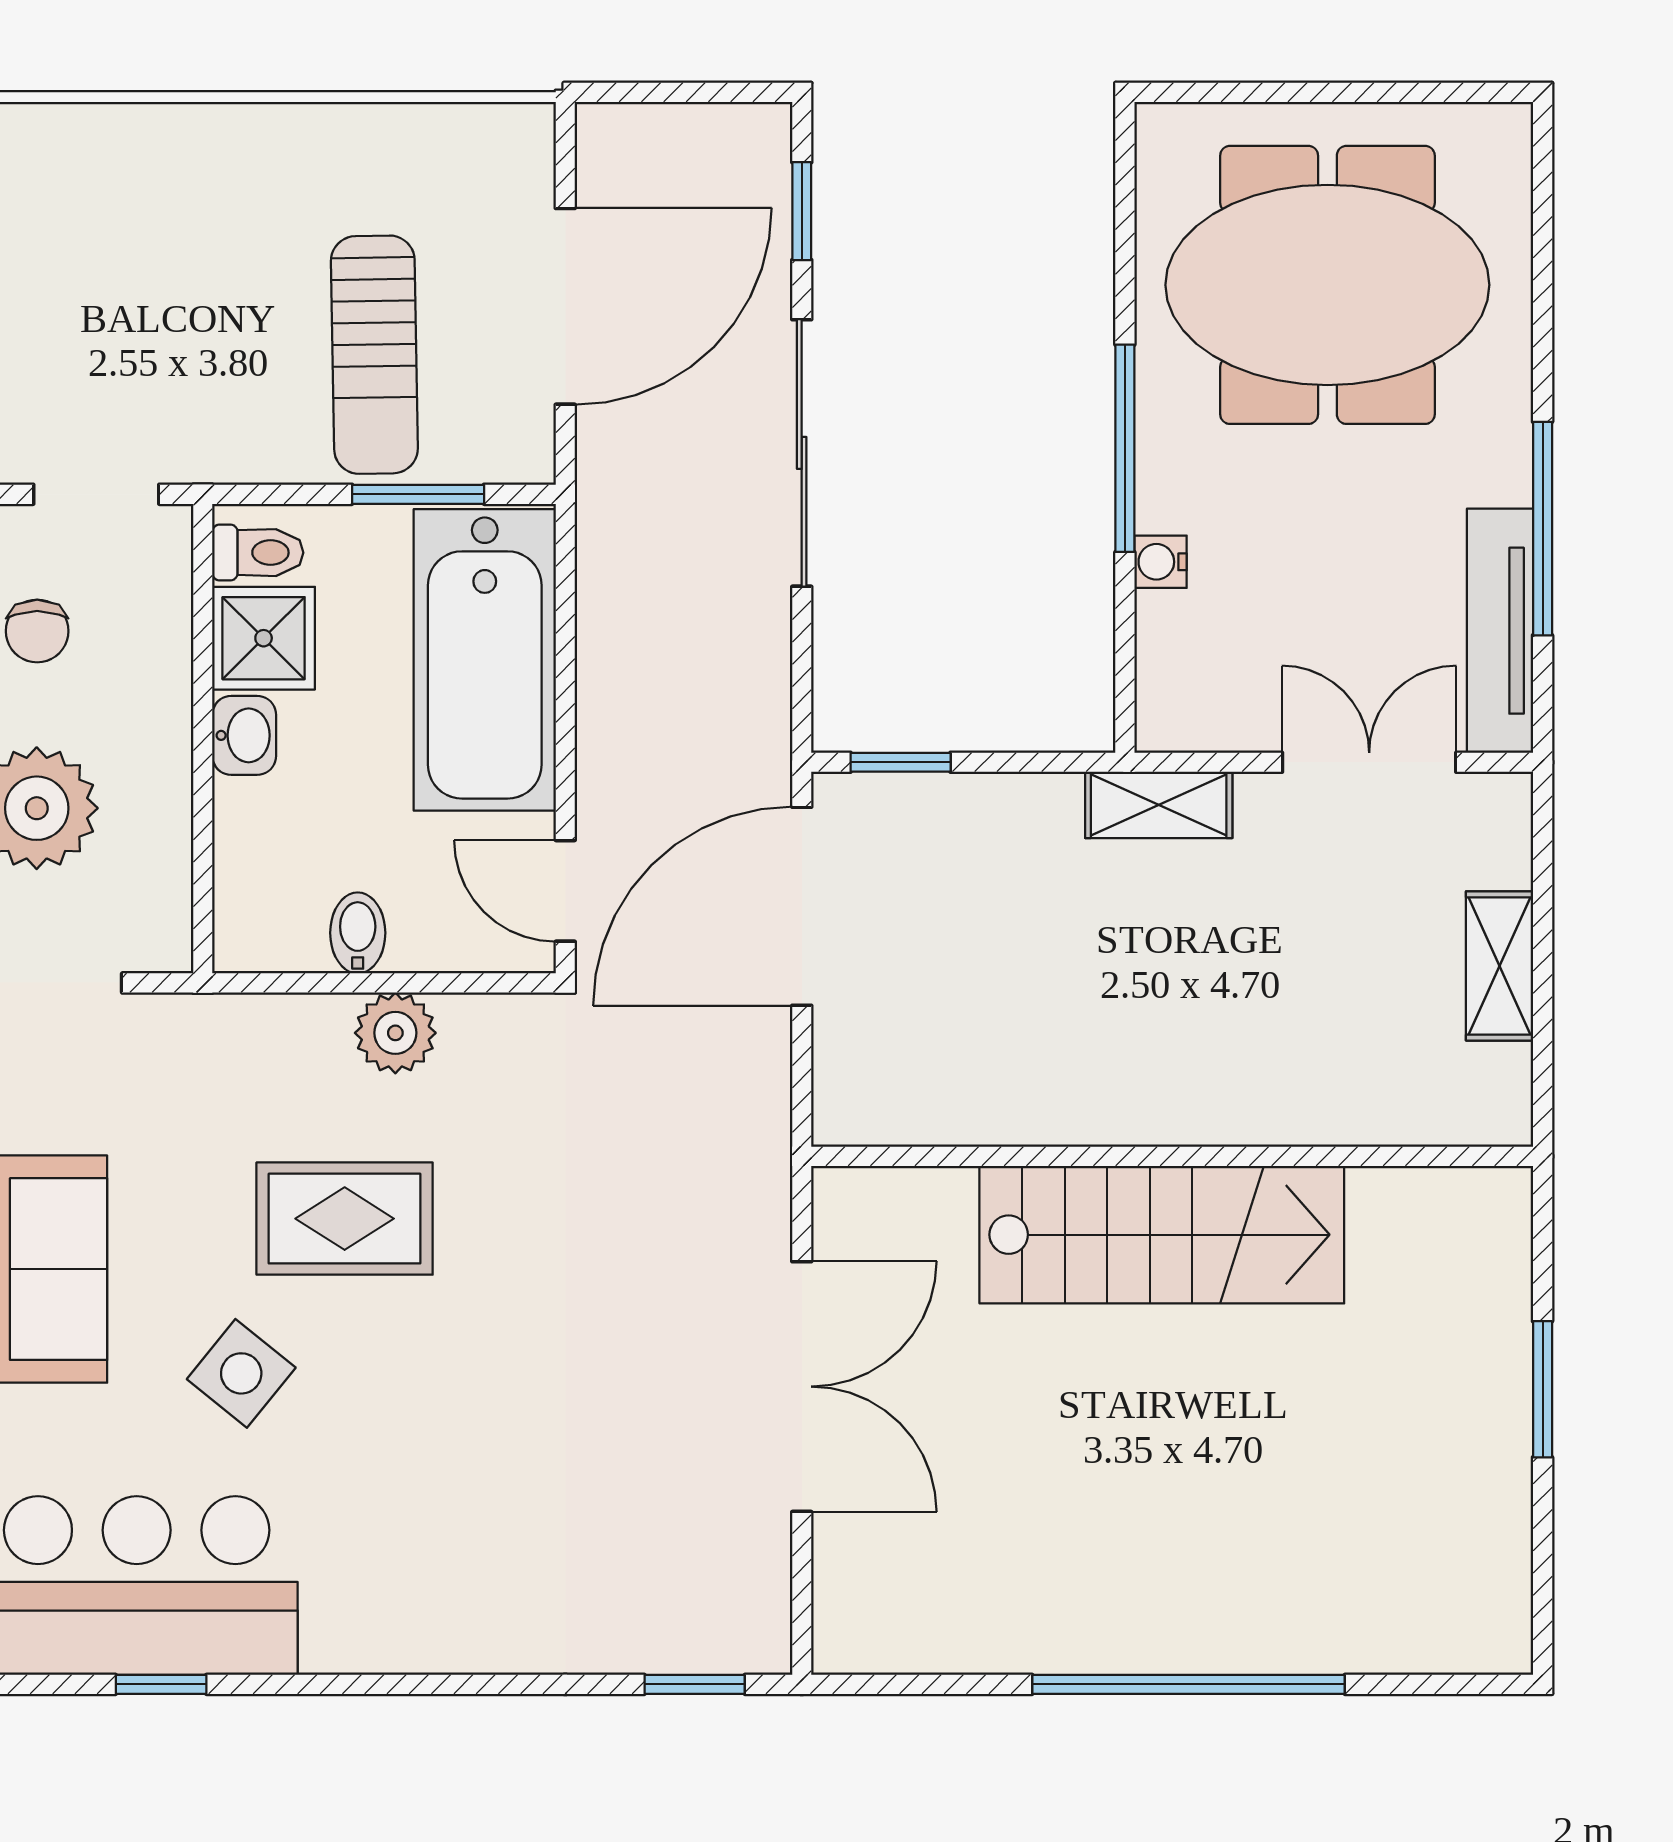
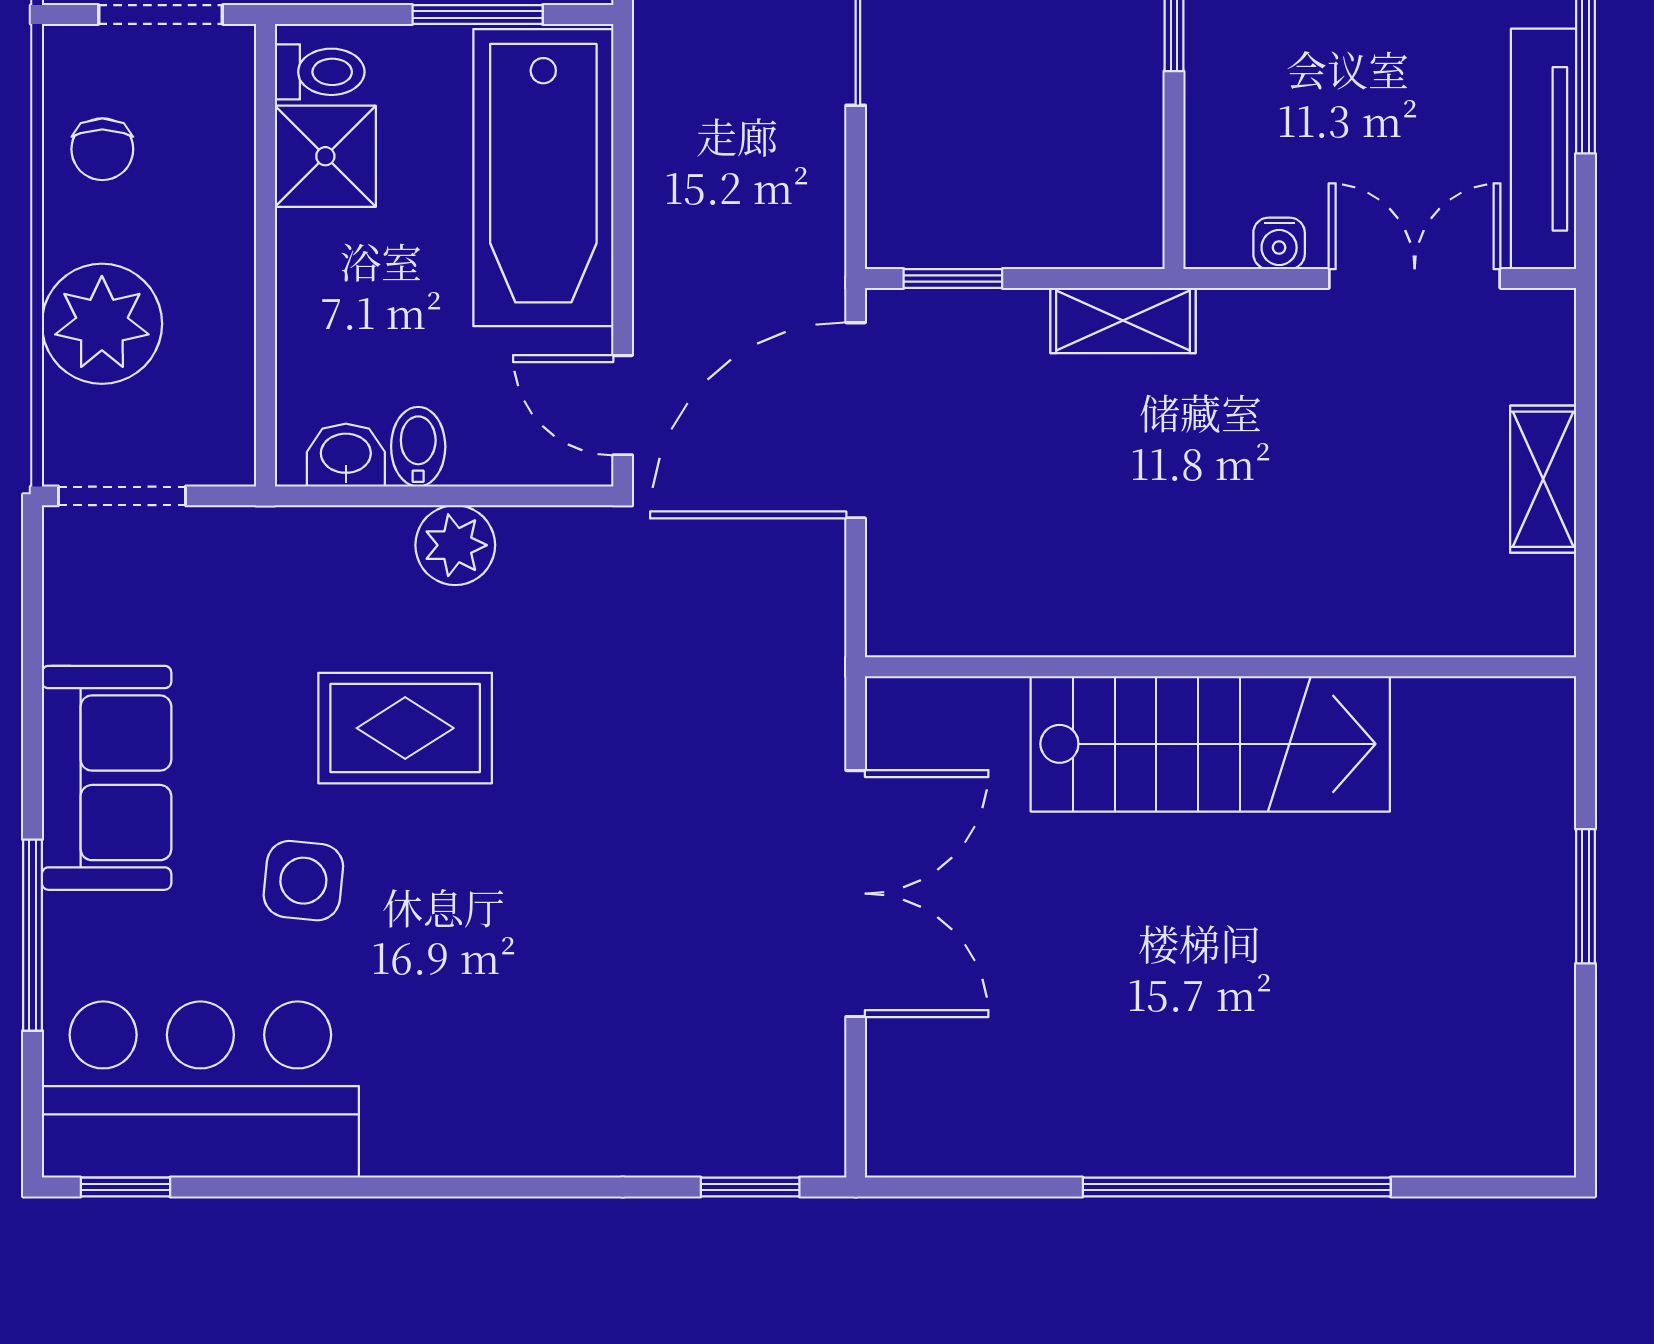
water cooler: (1161, 562) -> (1279, 243), moved, turned -90
washbasin: (244, 735) -> (346, 455), moved, turned -90
shelving: (1159, 805) -> (1123, 320), moved
side table: (241, 1373) -> (303, 881), turned -33
window: (161, 1684) -> (125, 1187), moved

